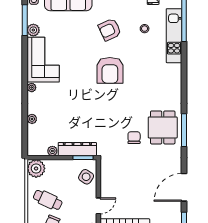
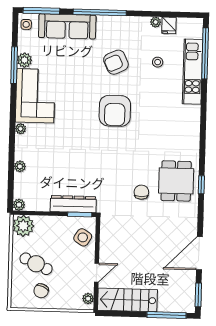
window: (25, 20) -> (14, 65), moved
window: (184, 130) -> (201, 185), width x0.46
plant: (52, 151) -> (19, 205), moved

